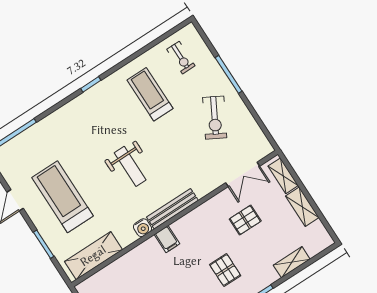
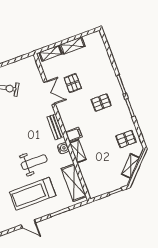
weight bench: (130, 166) -> (34, 162), moved
double door: (243, 174) -> (49, 93), moved
bench: (172, 209) -> (56, 127), width x0.73
shelving: (292, 262) -> (78, 151), moved

